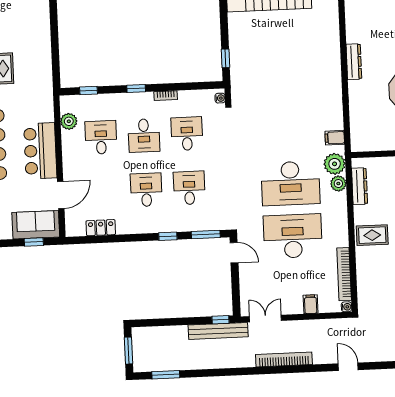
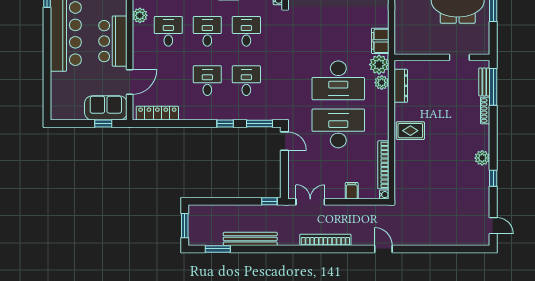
desk: (144, 136) -> (207, 31), turned 180
filing cabinet: (335, 138) -> (380, 41), width x2.00
locker: (101, 228) -> (157, 113), width x1.53
bench: (218, 331) -> (250, 239), moved

